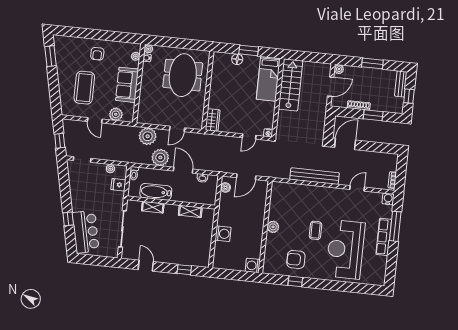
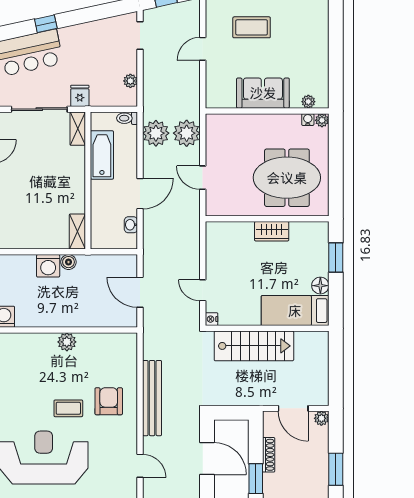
window: (249, 50) -> (336, 257), moved
armchair: (97, 54) -> (306, 42), removed
floor lamp: (237, 59) -> (320, 286), moved
stairs: (290, 85) -> (254, 346), moved
coffee table: (84, 88) -> (252, 27), width x0.73, depth x0.76
plant: (116, 114) -> (215, 80), removed
wardrobe: (213, 120) -> (272, 231), moved
door: (345, 144) -> (207, 459), moved
plant: (160, 157) -> (156, 133), moved
fridge: (118, 185) -> (80, 96), moved
boiler: (225, 187) -> (68, 262), moved
shelving: (153, 207) -> (78, 129), moved
shelving: (190, 211) -> (77, 232), moved
armchair: (296, 259) -> (109, 401), moved

